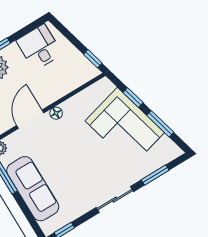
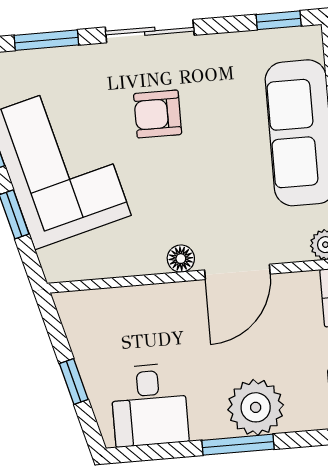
window: (93, 59) -> (74, 382), moved
armchair: (95, 167) -> (158, 114), added

